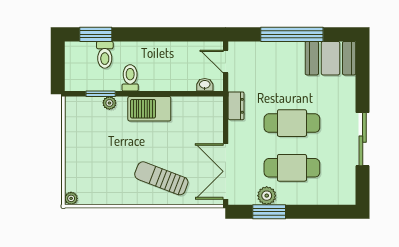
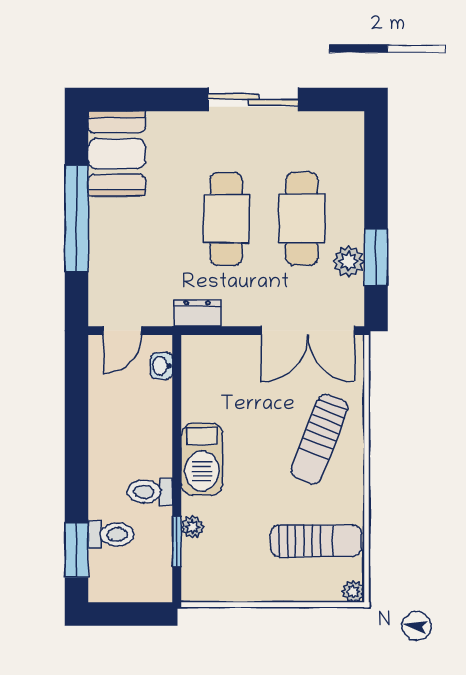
sun lounger: (101, 176) -> (316, 541), added

